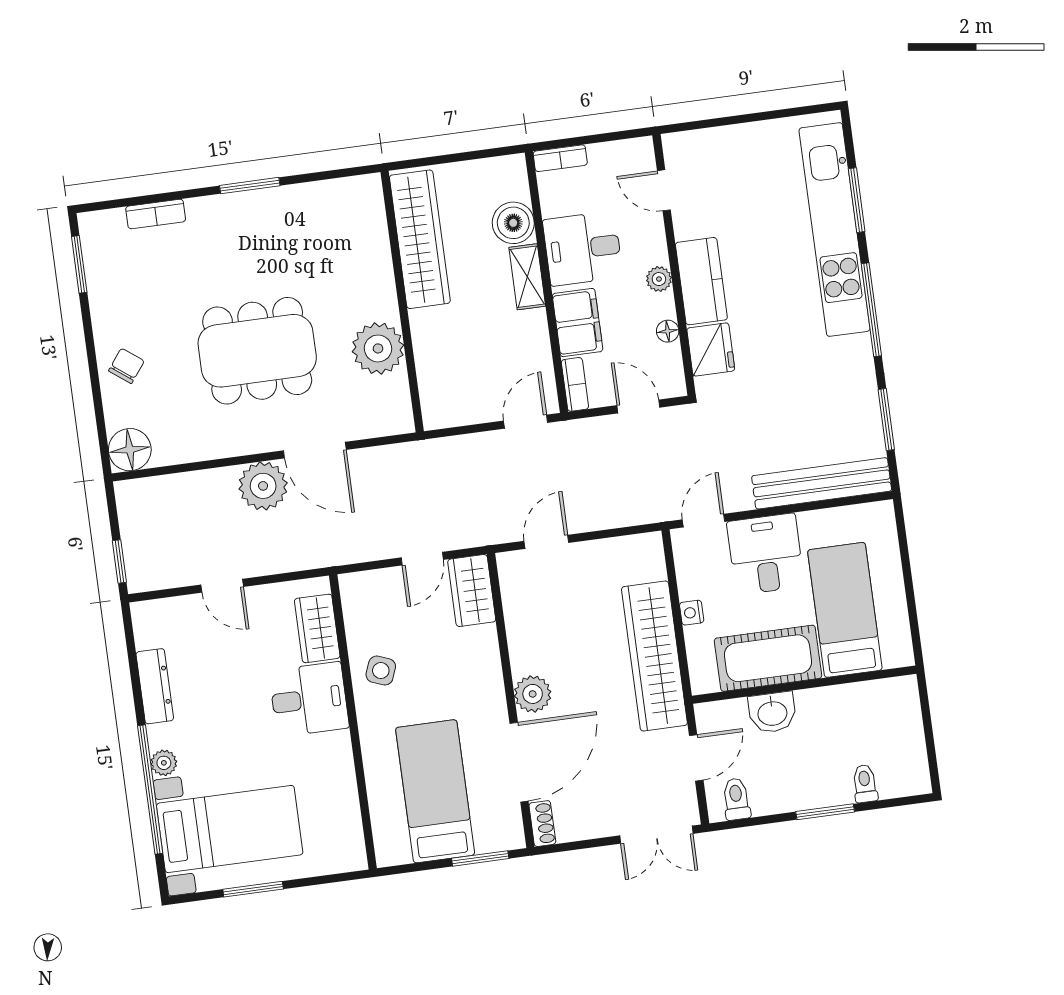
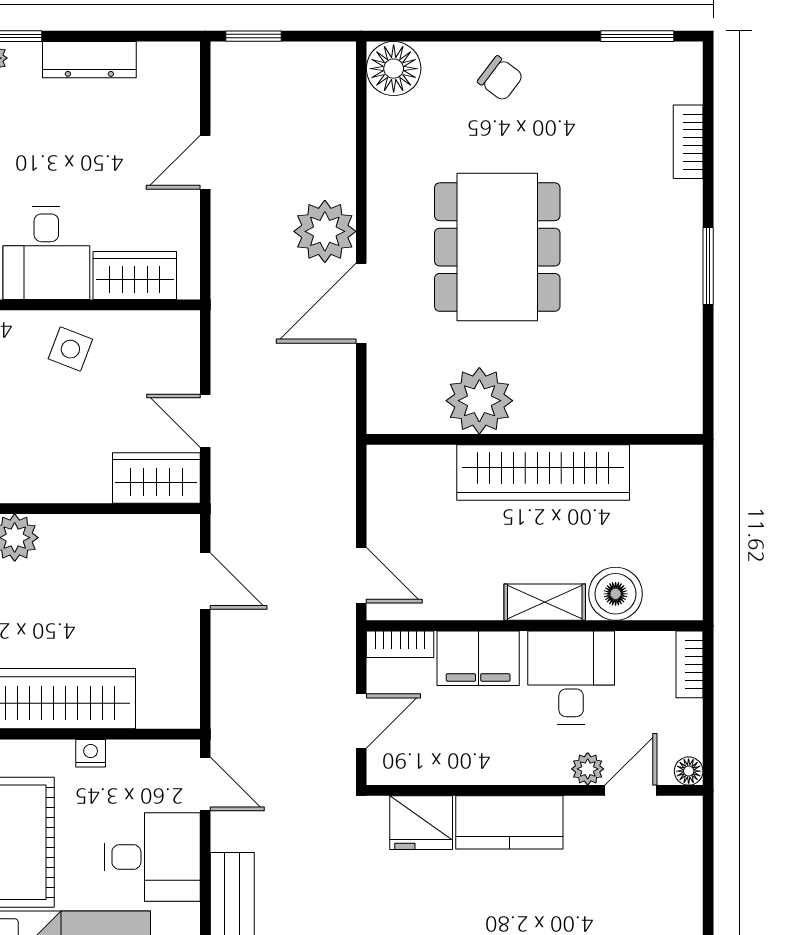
wardrobe: (420, 239) -> (543, 472), moved
plant: (659, 279) -> (588, 769), moved
floor lamp: (668, 331) -> (689, 771), moved

